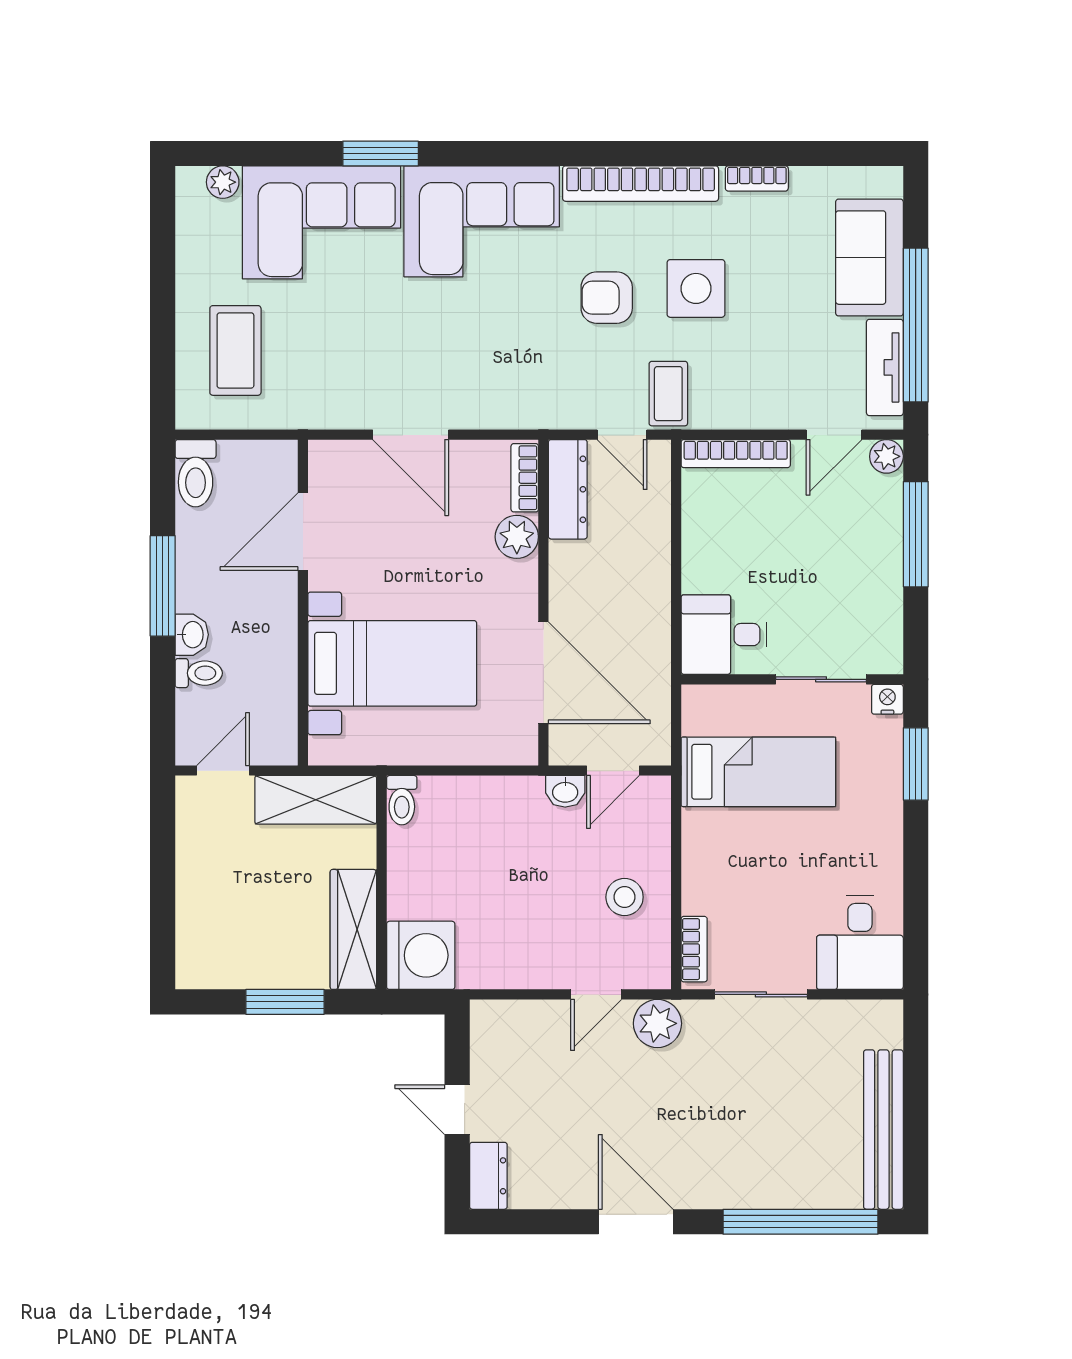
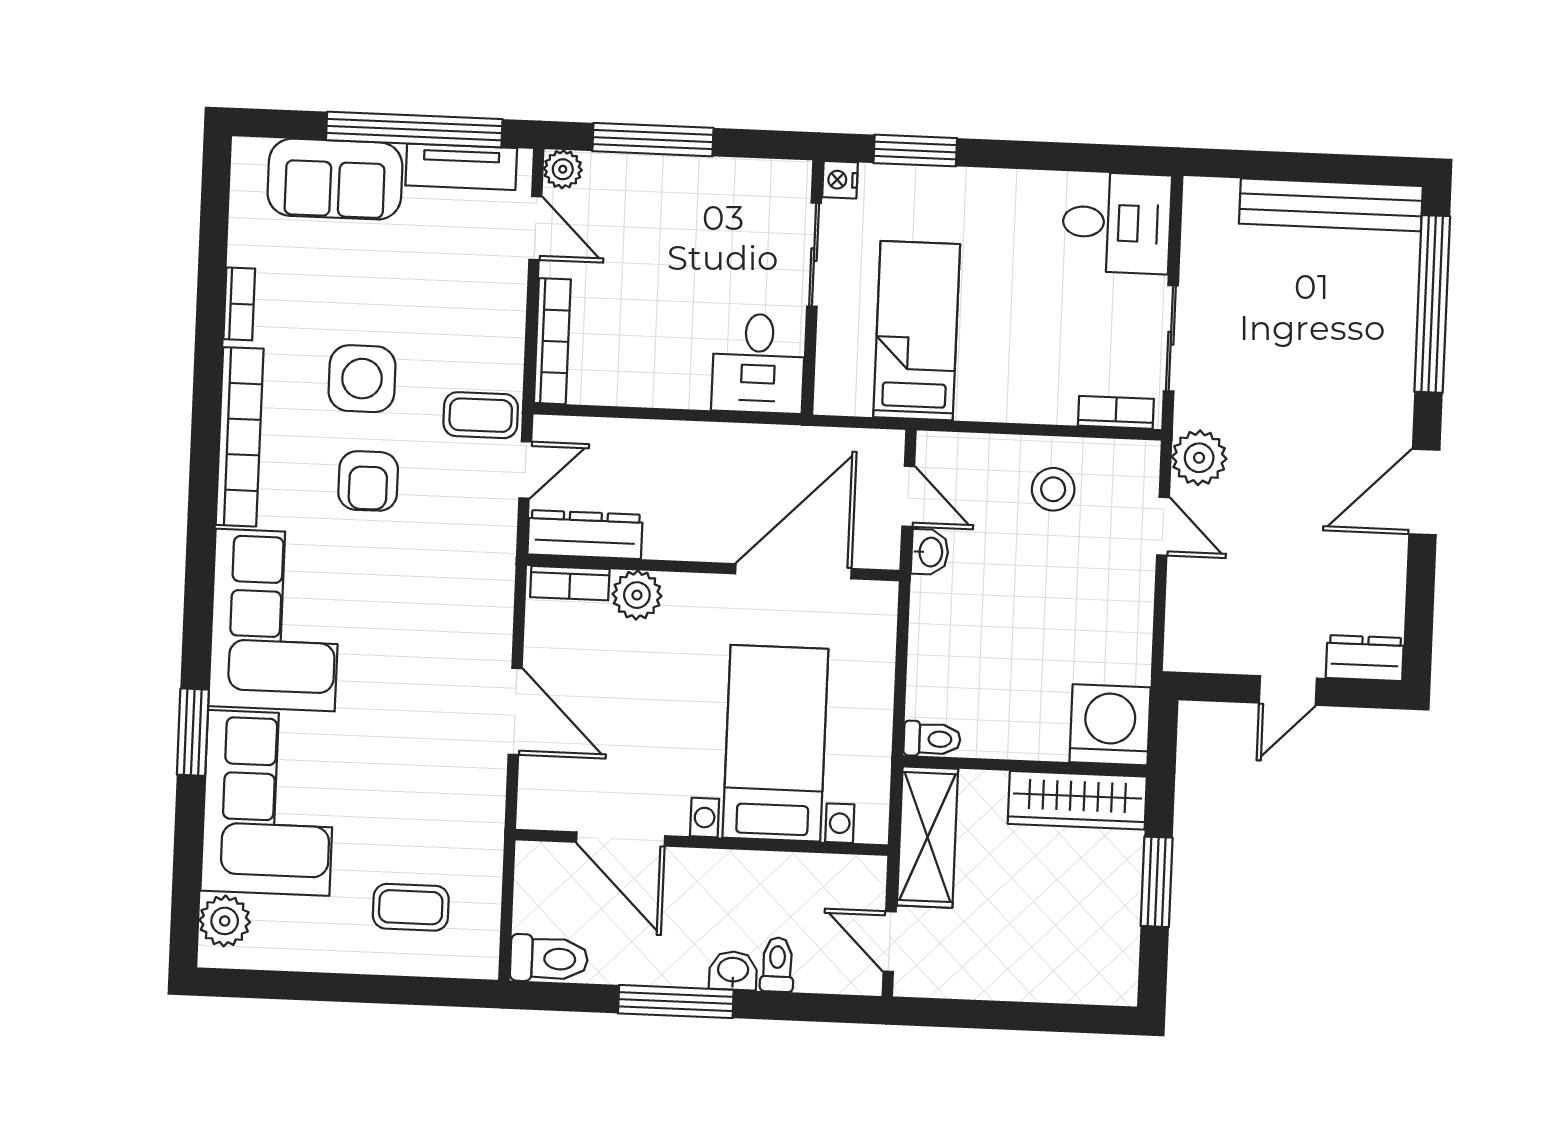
plant: (223, 182) -> (225, 921), width x1.38, depth x1.38
coffee table: (235, 350) -> (411, 907), width x0.73, depth x0.77
door: (411, 435) -> (515, 711), hinge flipped

